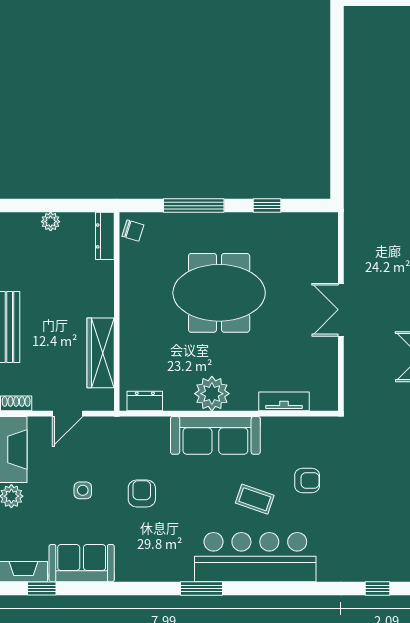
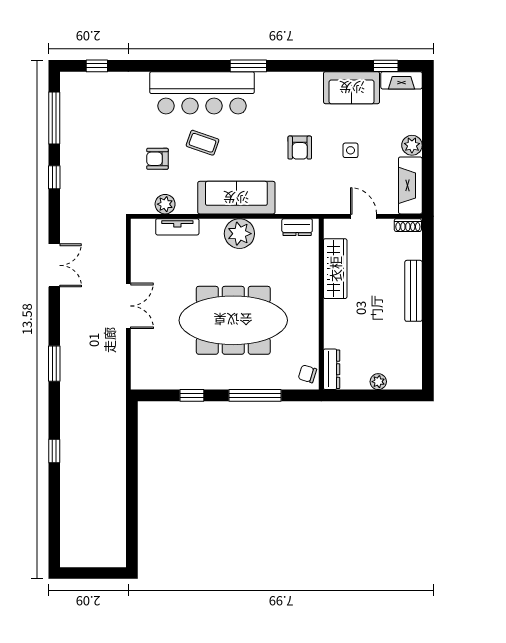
meeting table: (219, 293) -> (233, 320), width x1.36
door: (68, 414) -> (364, 216), hinge flipped
plant: (298, 428) -> (165, 204), added

